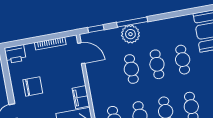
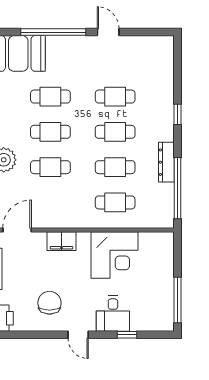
filing cabinet: (81, 97) -> (61, 241), moved

